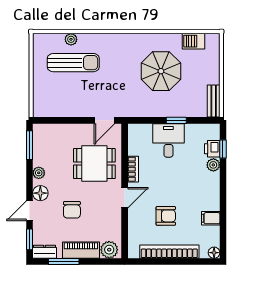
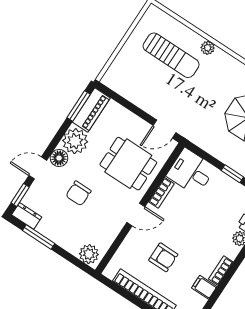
plant: (71, 39) -> (208, 48), moved
desk: (168, 140) -> (191, 172), moved, turned -90
plant: (39, 173) -> (75, 141), width x1.88, depth x1.88
bookcase: (215, 198) -> (221, 271), added
piano: (81, 250) -> (91, 110), moved, turned 90

